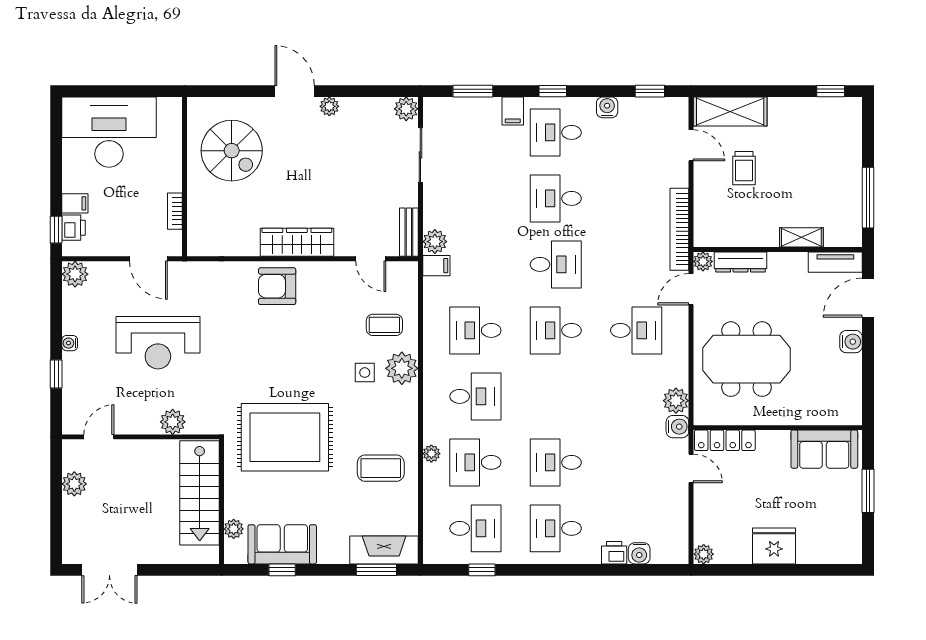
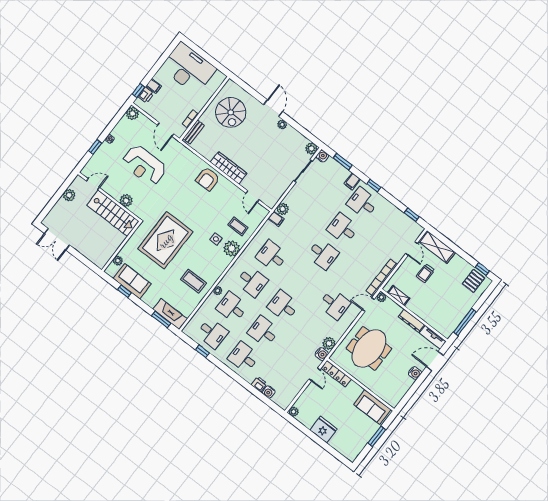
water cooler: (607, 107) -> (322, 156), moved
pallet: (831, 121) -> (474, 281), added
bench: (409, 232) -> (194, 132), moved
shelving: (801, 237) -> (399, 296), moved
dresser: (741, 262) -> (411, 321), moved
armchair: (277, 286) -> (208, 179), turned -90
desk: (556, 330) -> (283, 306), moved
meeting table: (746, 359) -> (369, 348), turned 90
rug: (285, 437) -> (165, 240), turned 90
stairs: (200, 493) -> (113, 213), moved, turned -90

